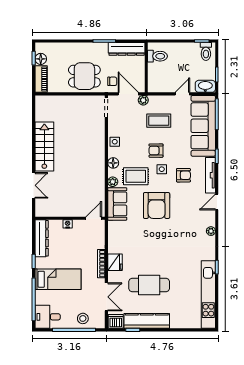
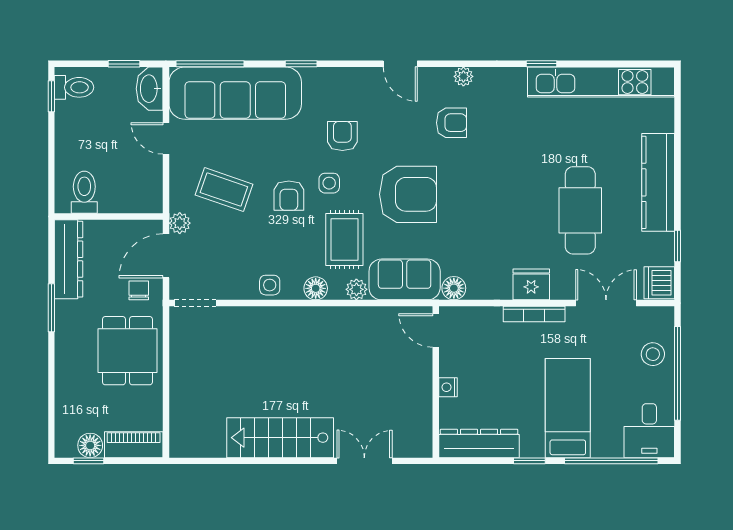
coffee table: (159, 121) -> (224, 190), turned -71
tv unit: (211, 175) -> (342, 77), removed
armchair: (190, 226) -> (452, 123), added
floor lamp: (113, 227) -> (454, 288), added
kitchen counter: (147, 321) -> (658, 182), moved

